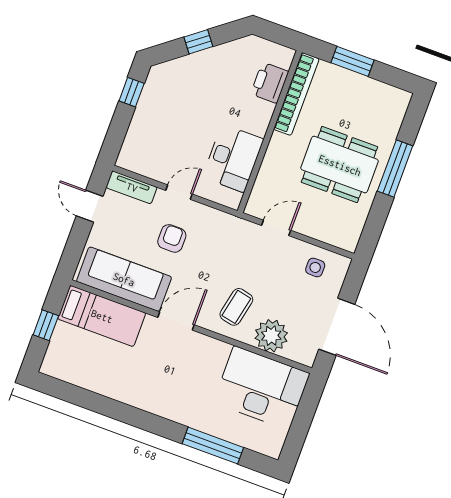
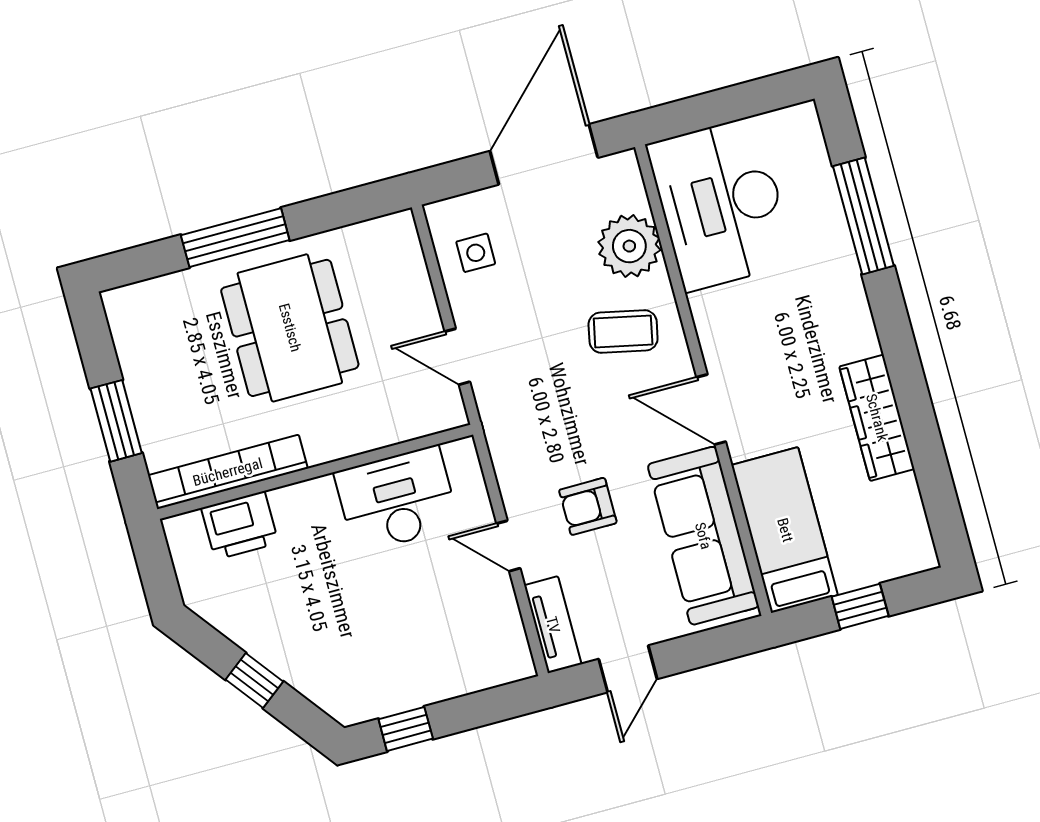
wardrobe: (122, 390) -> (877, 418), added

